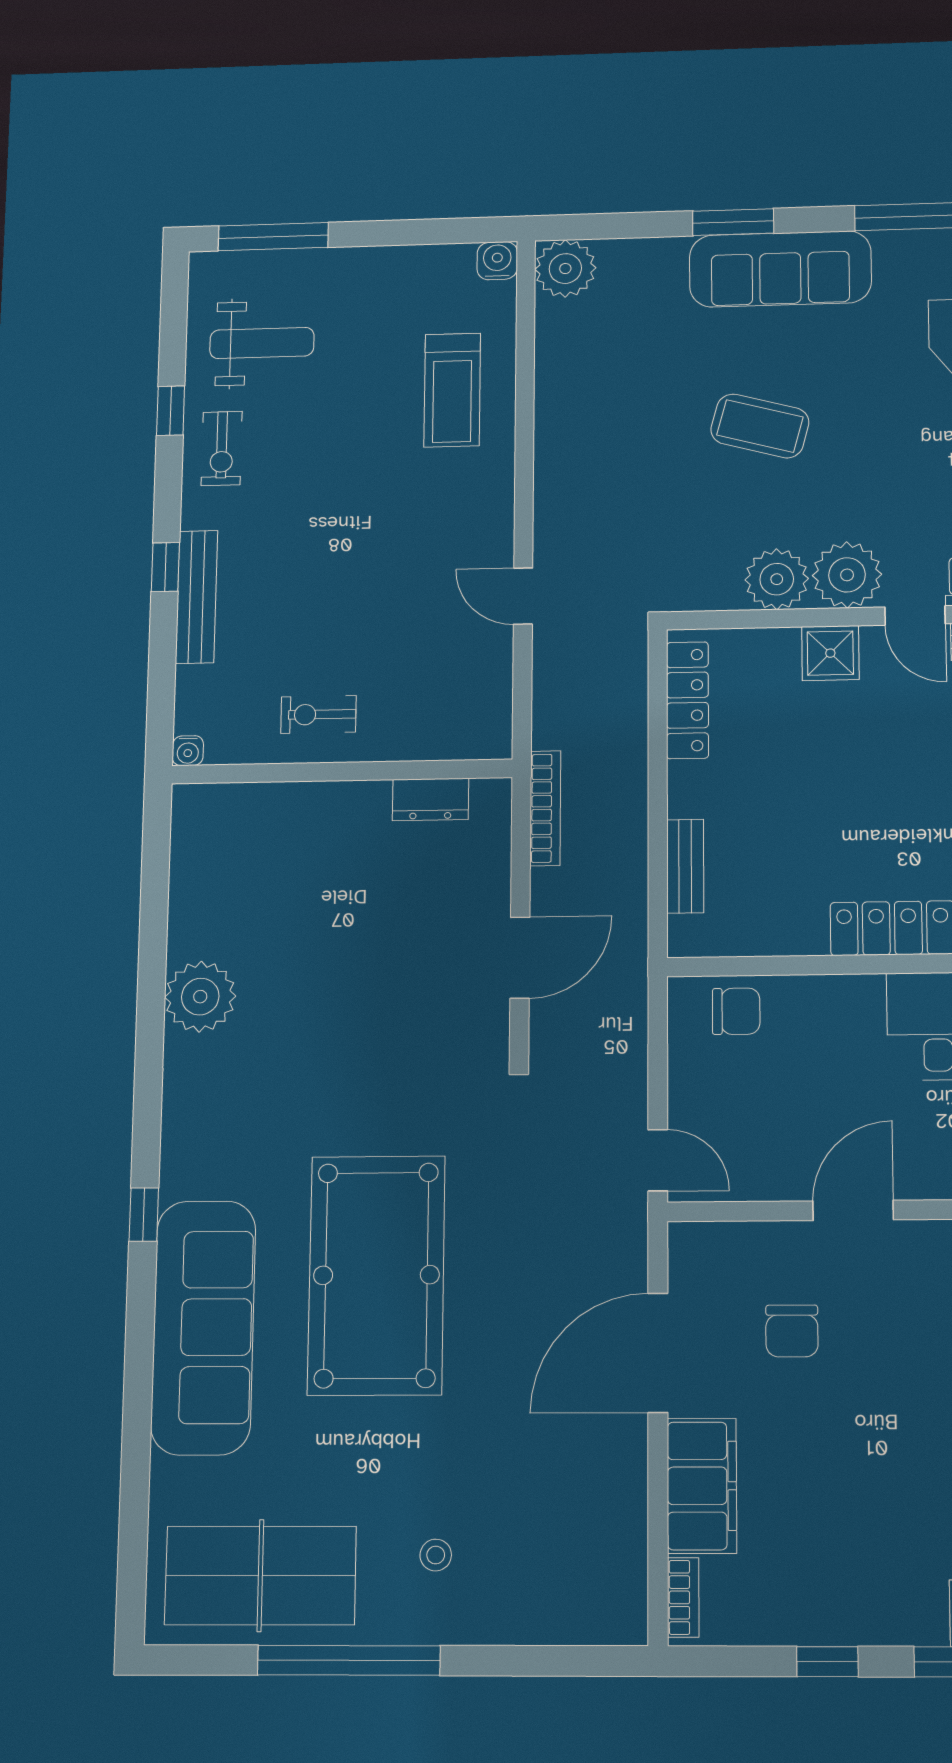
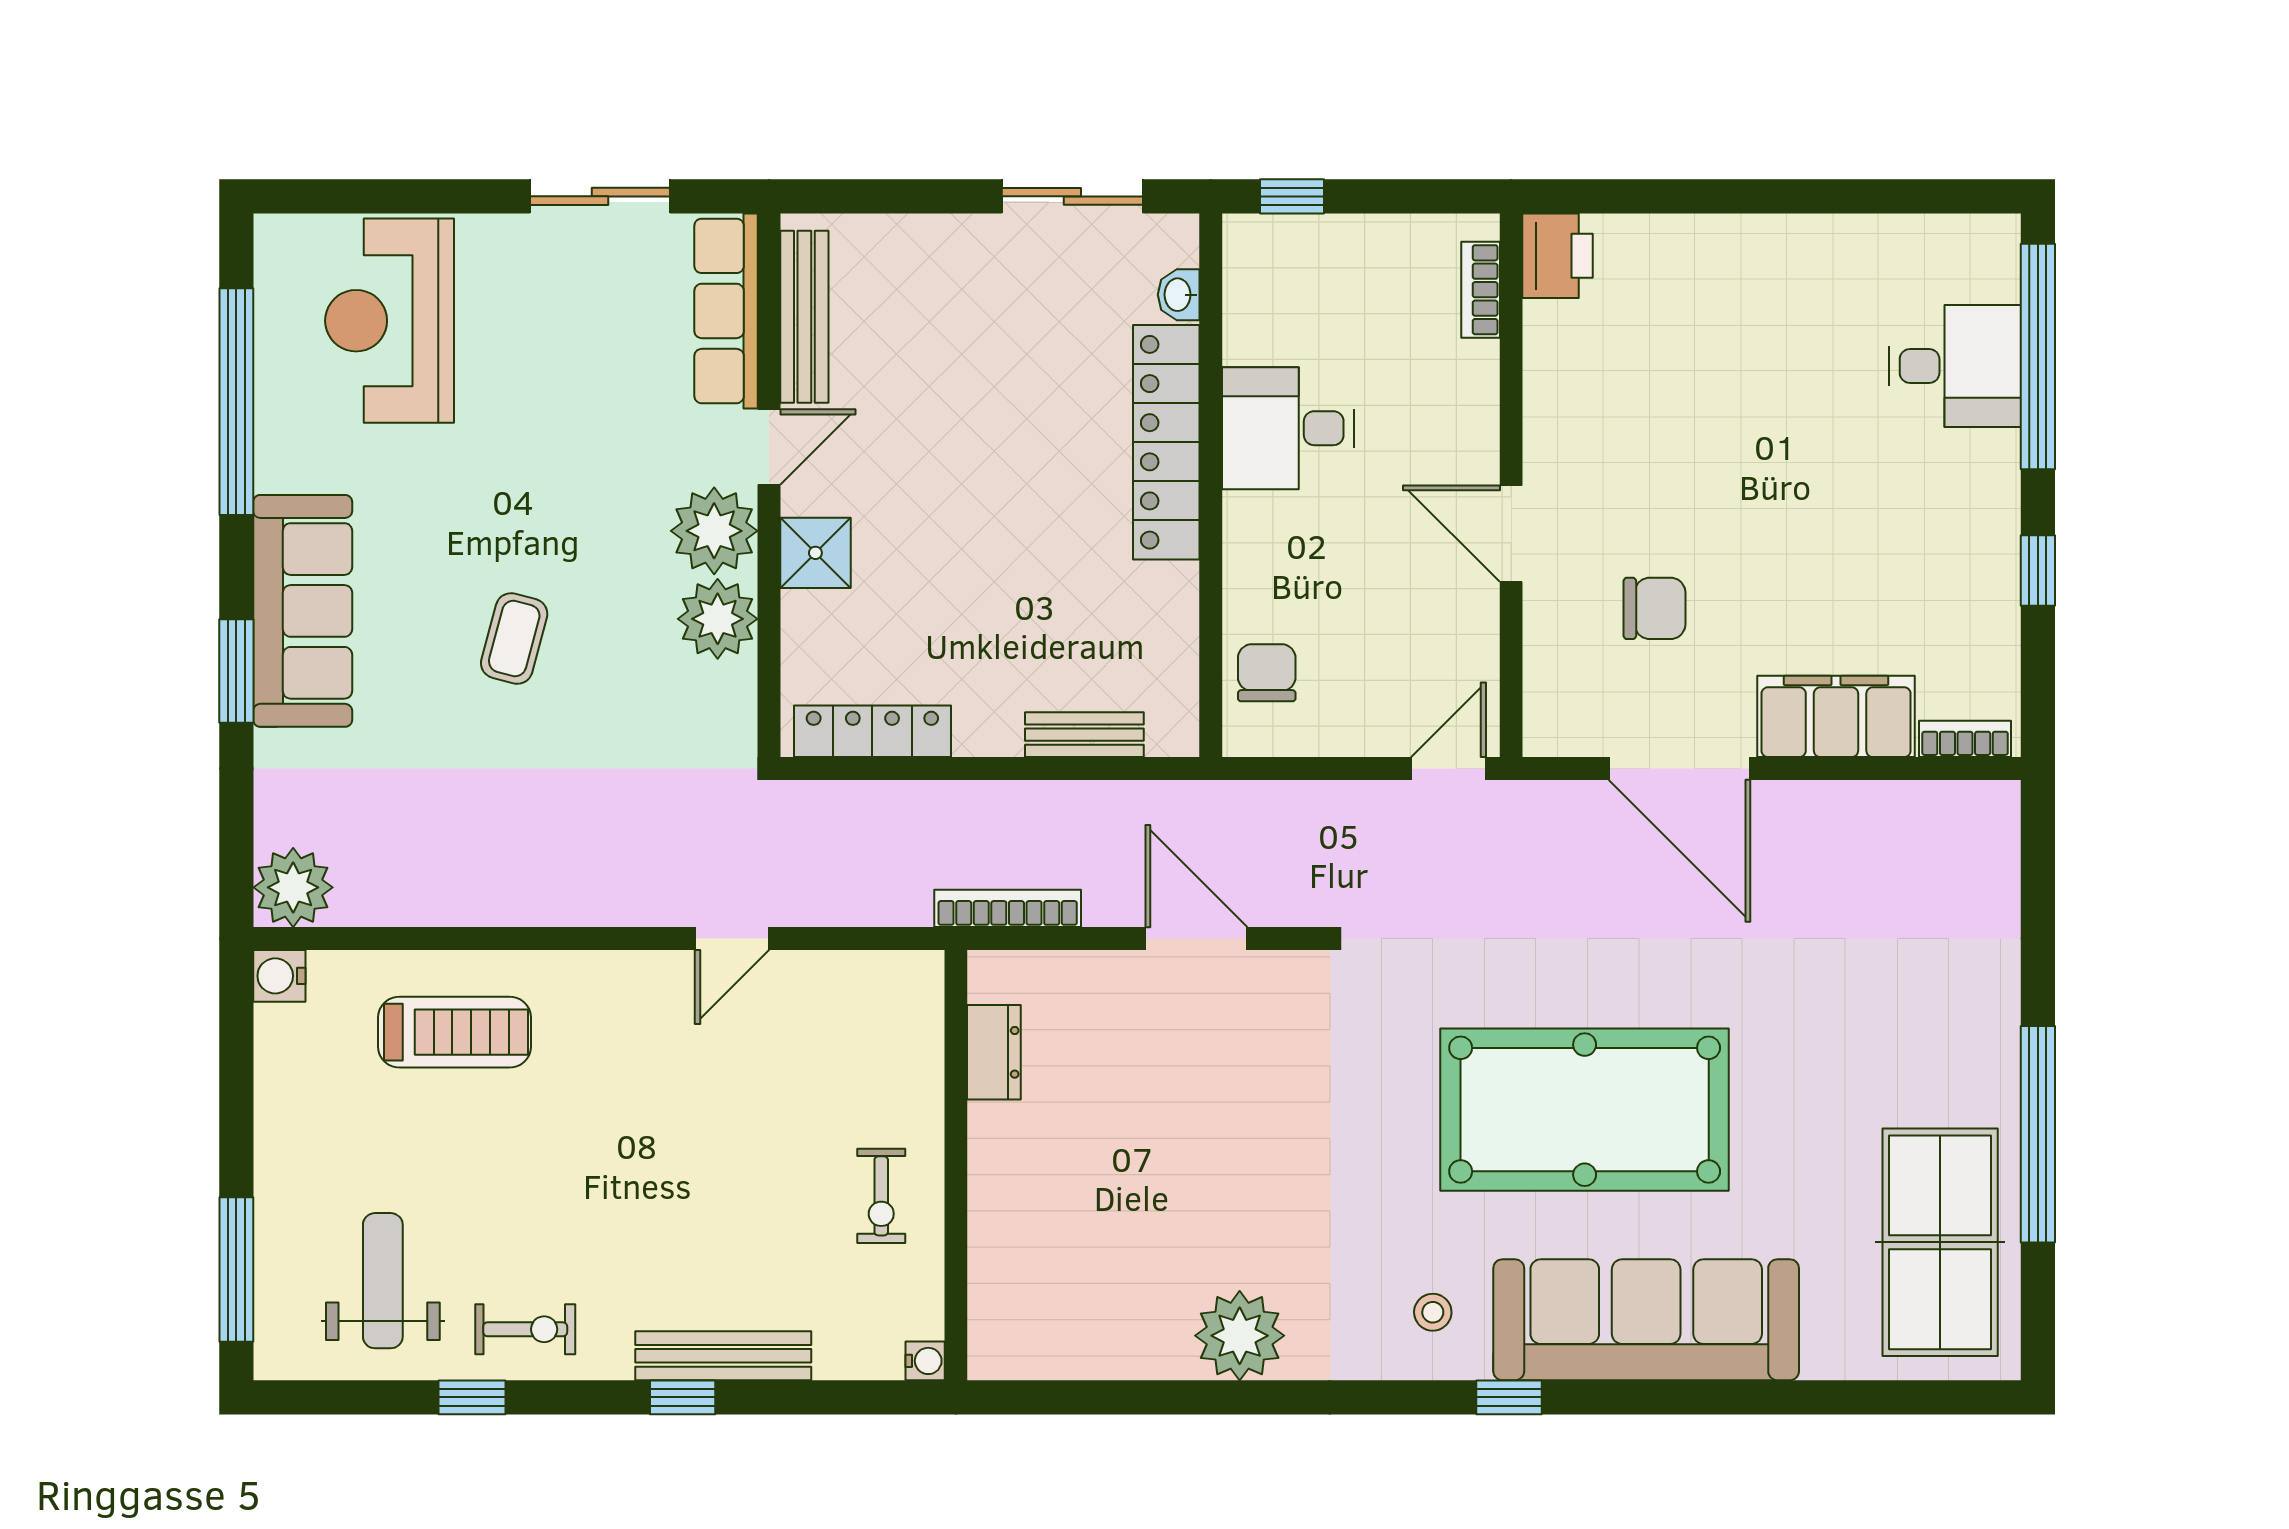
coffee table: (760, 426) -> (514, 638), width x0.73, depth x0.77
stool: (436, 1555) -> (1433, 1312), moved

